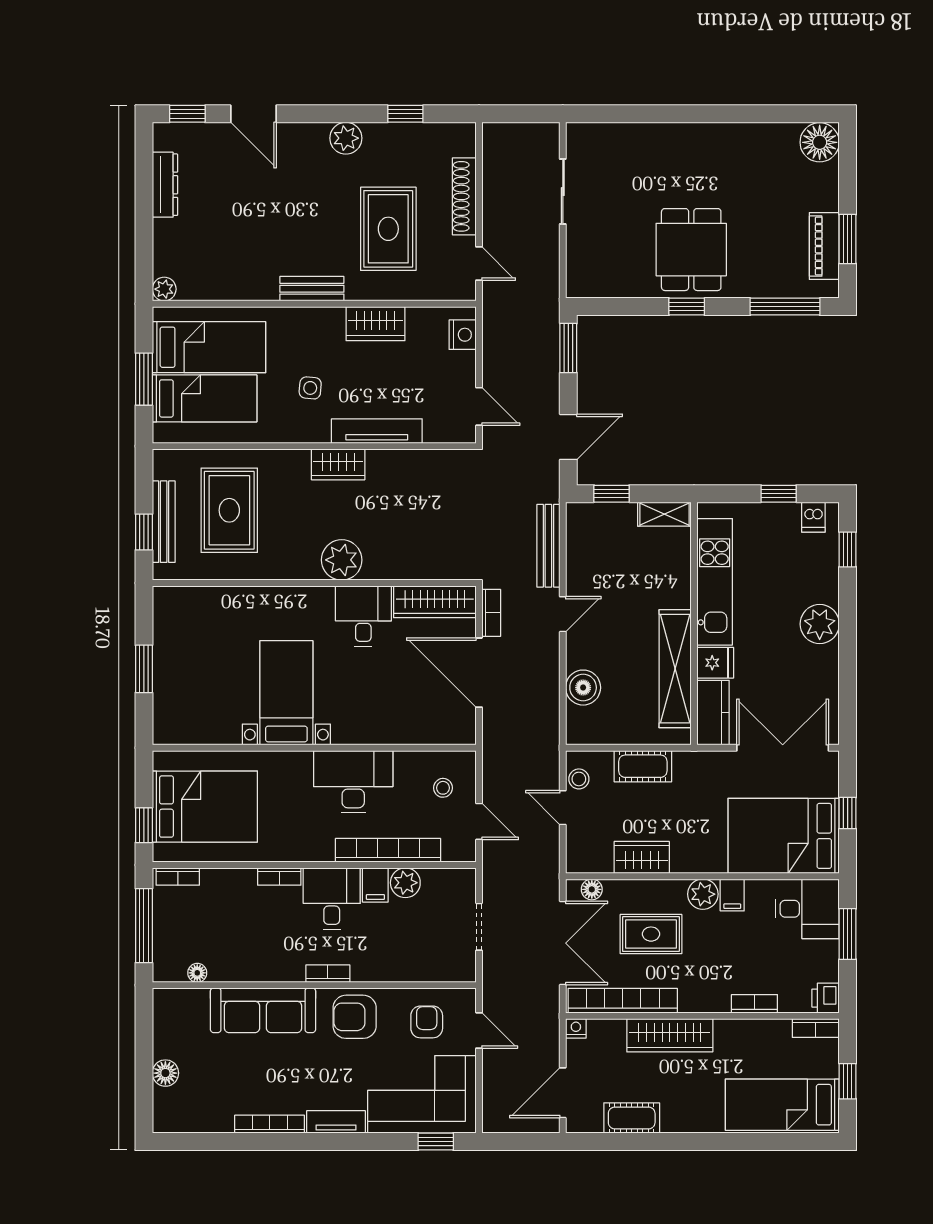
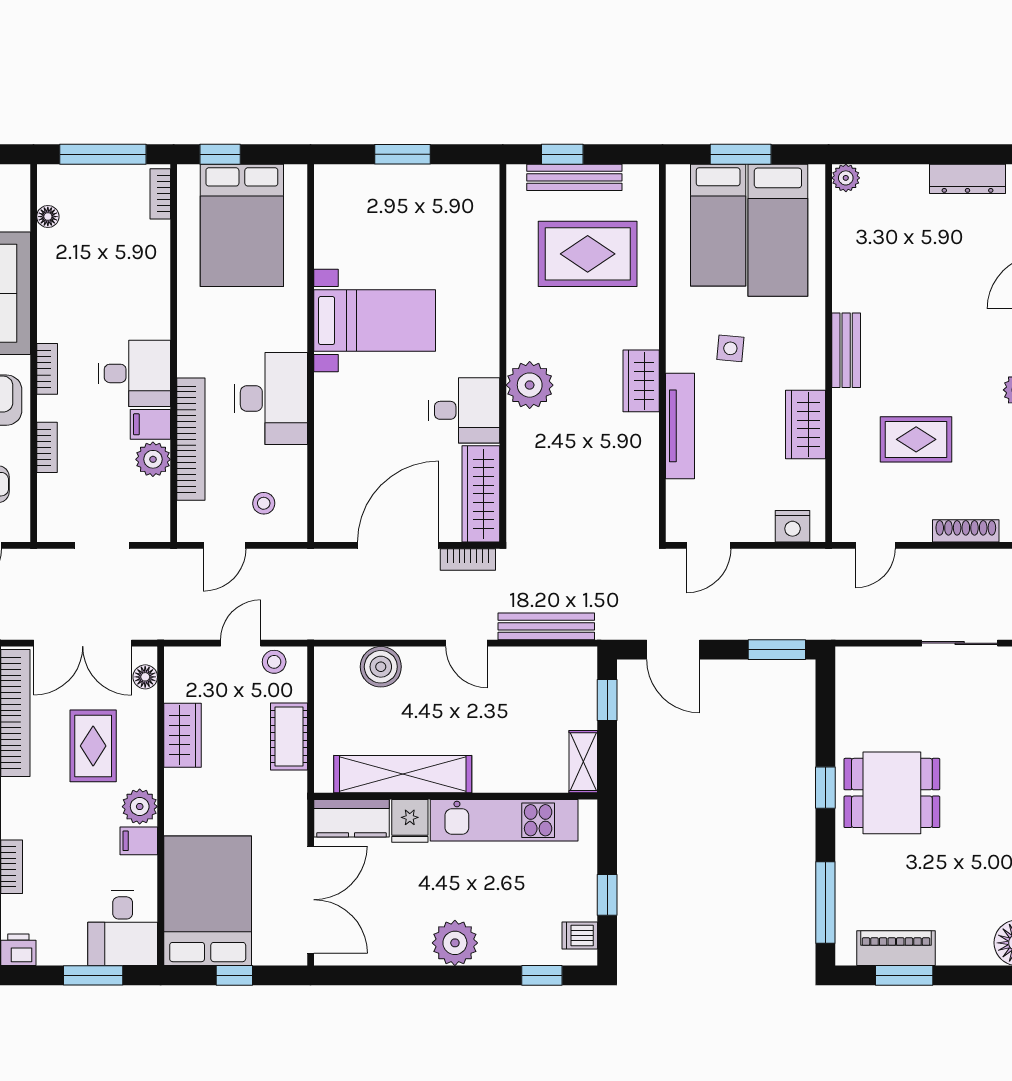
shoe rack: (464, 196) -> (966, 531), width x0.74, depth x0.81
rug: (388, 229) -> (916, 439), width x0.73, depth x0.70
bookcase: (279, 877) -> (47, 447), moved, turned 180

